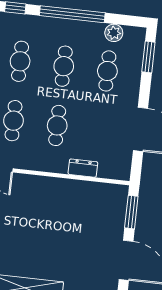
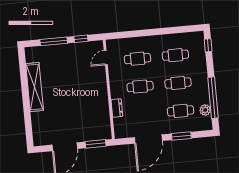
window: (72, 14) -> (213, 98), moved
window: (148, 57) -> (181, 136), moved

